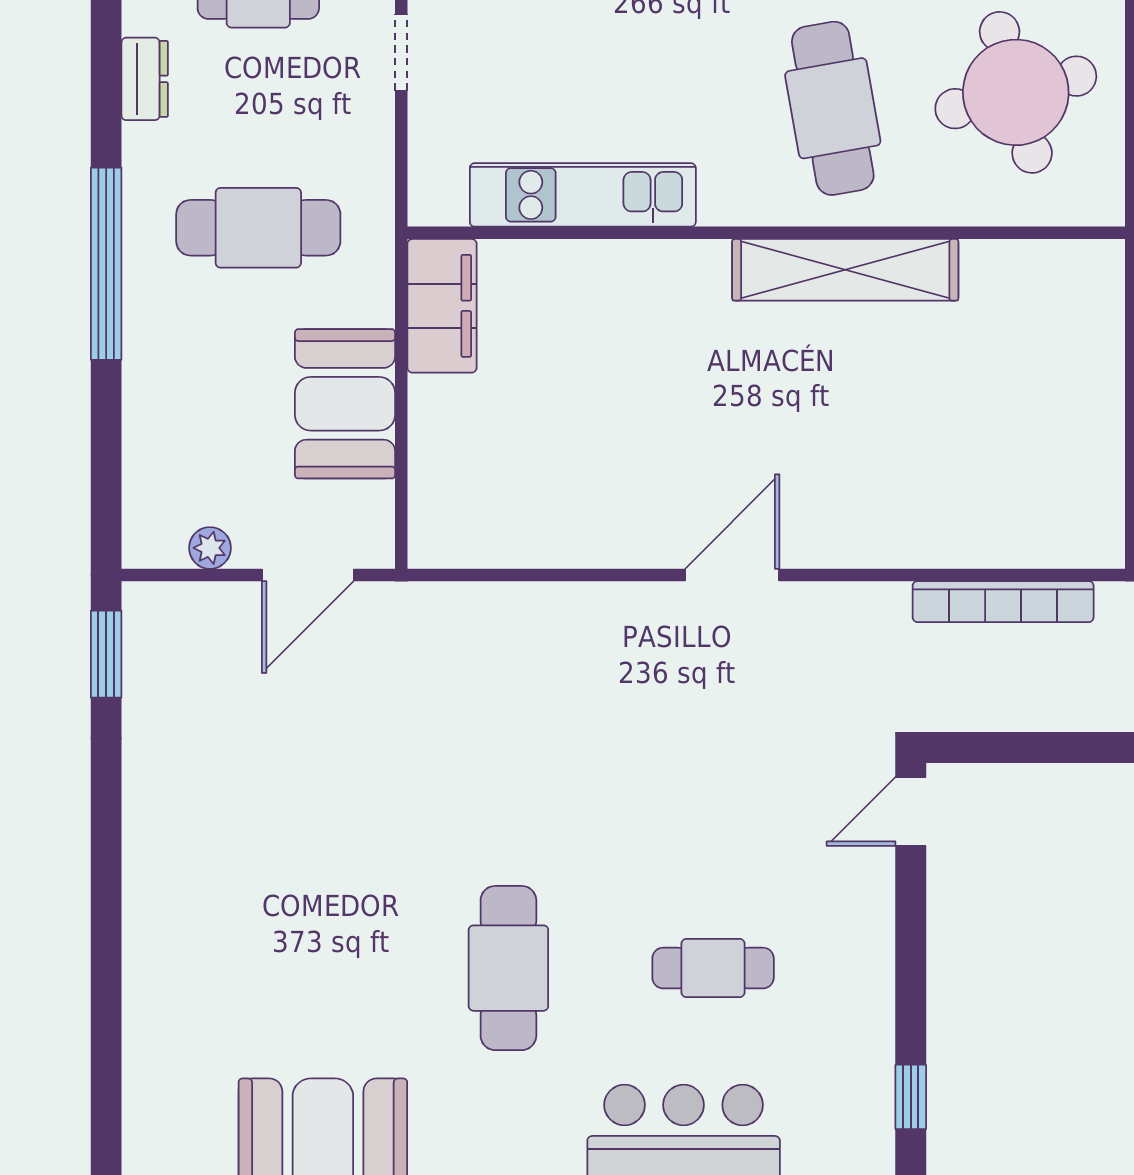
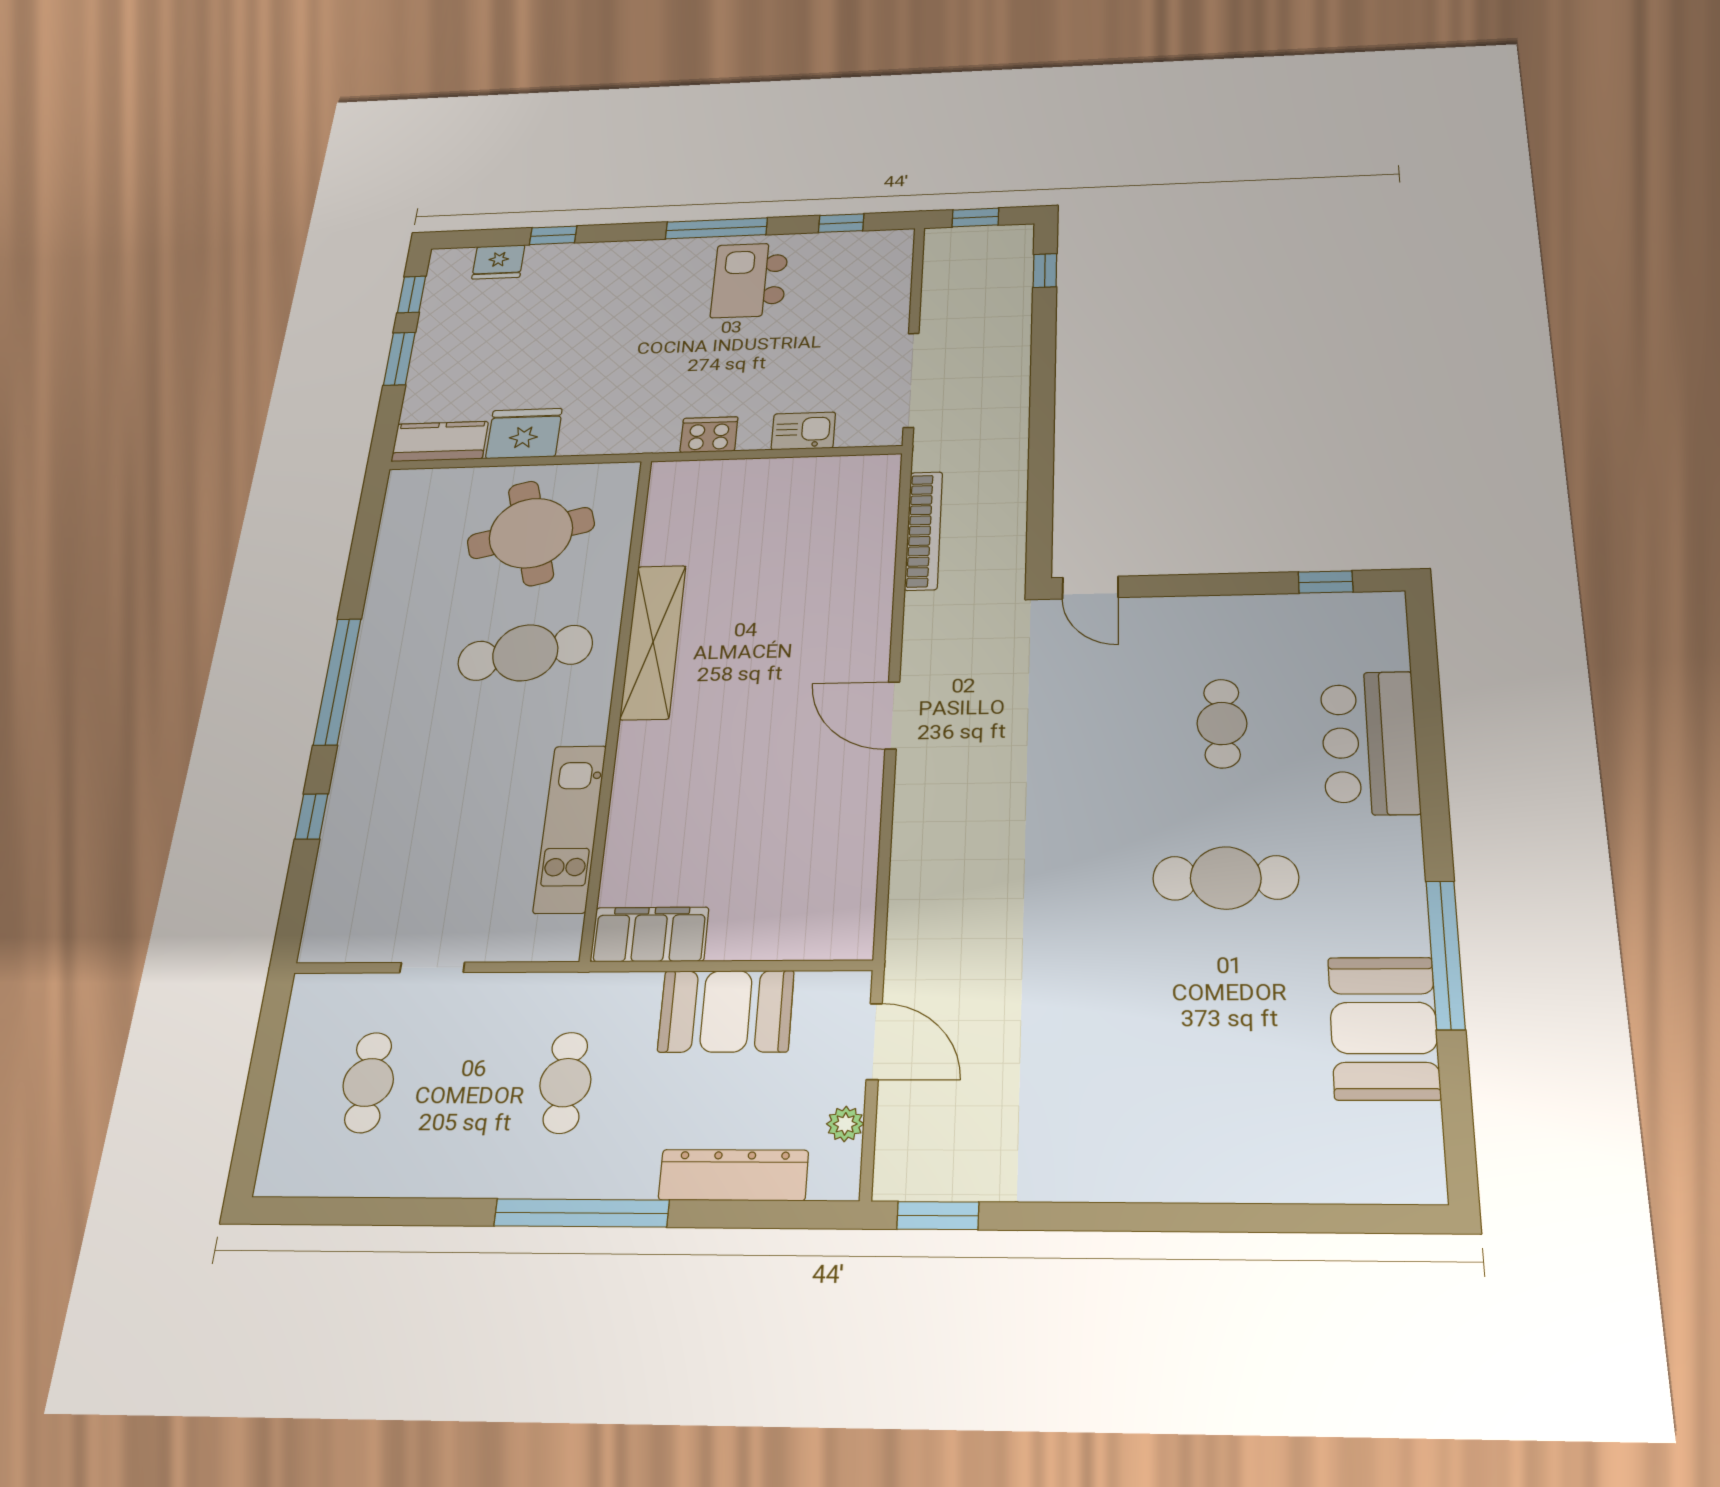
dresser: (145, 79) -> (733, 1175), moved, width x1.96, depth x1.24
cafe table: (258, 228) -> (565, 1083), width x0.73, depth x0.74

